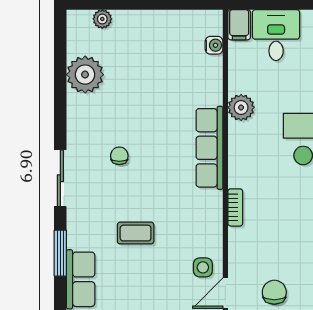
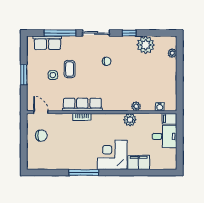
plant: (213, 95) -> (136, 106), added
window: (60, 109) -> (129, 33), added
row of seats: (210, 148) -> (82, 105), moved
window: (60, 253) -> (60, 33), width x1.44
side table: (203, 267) -> (53, 75), moved

